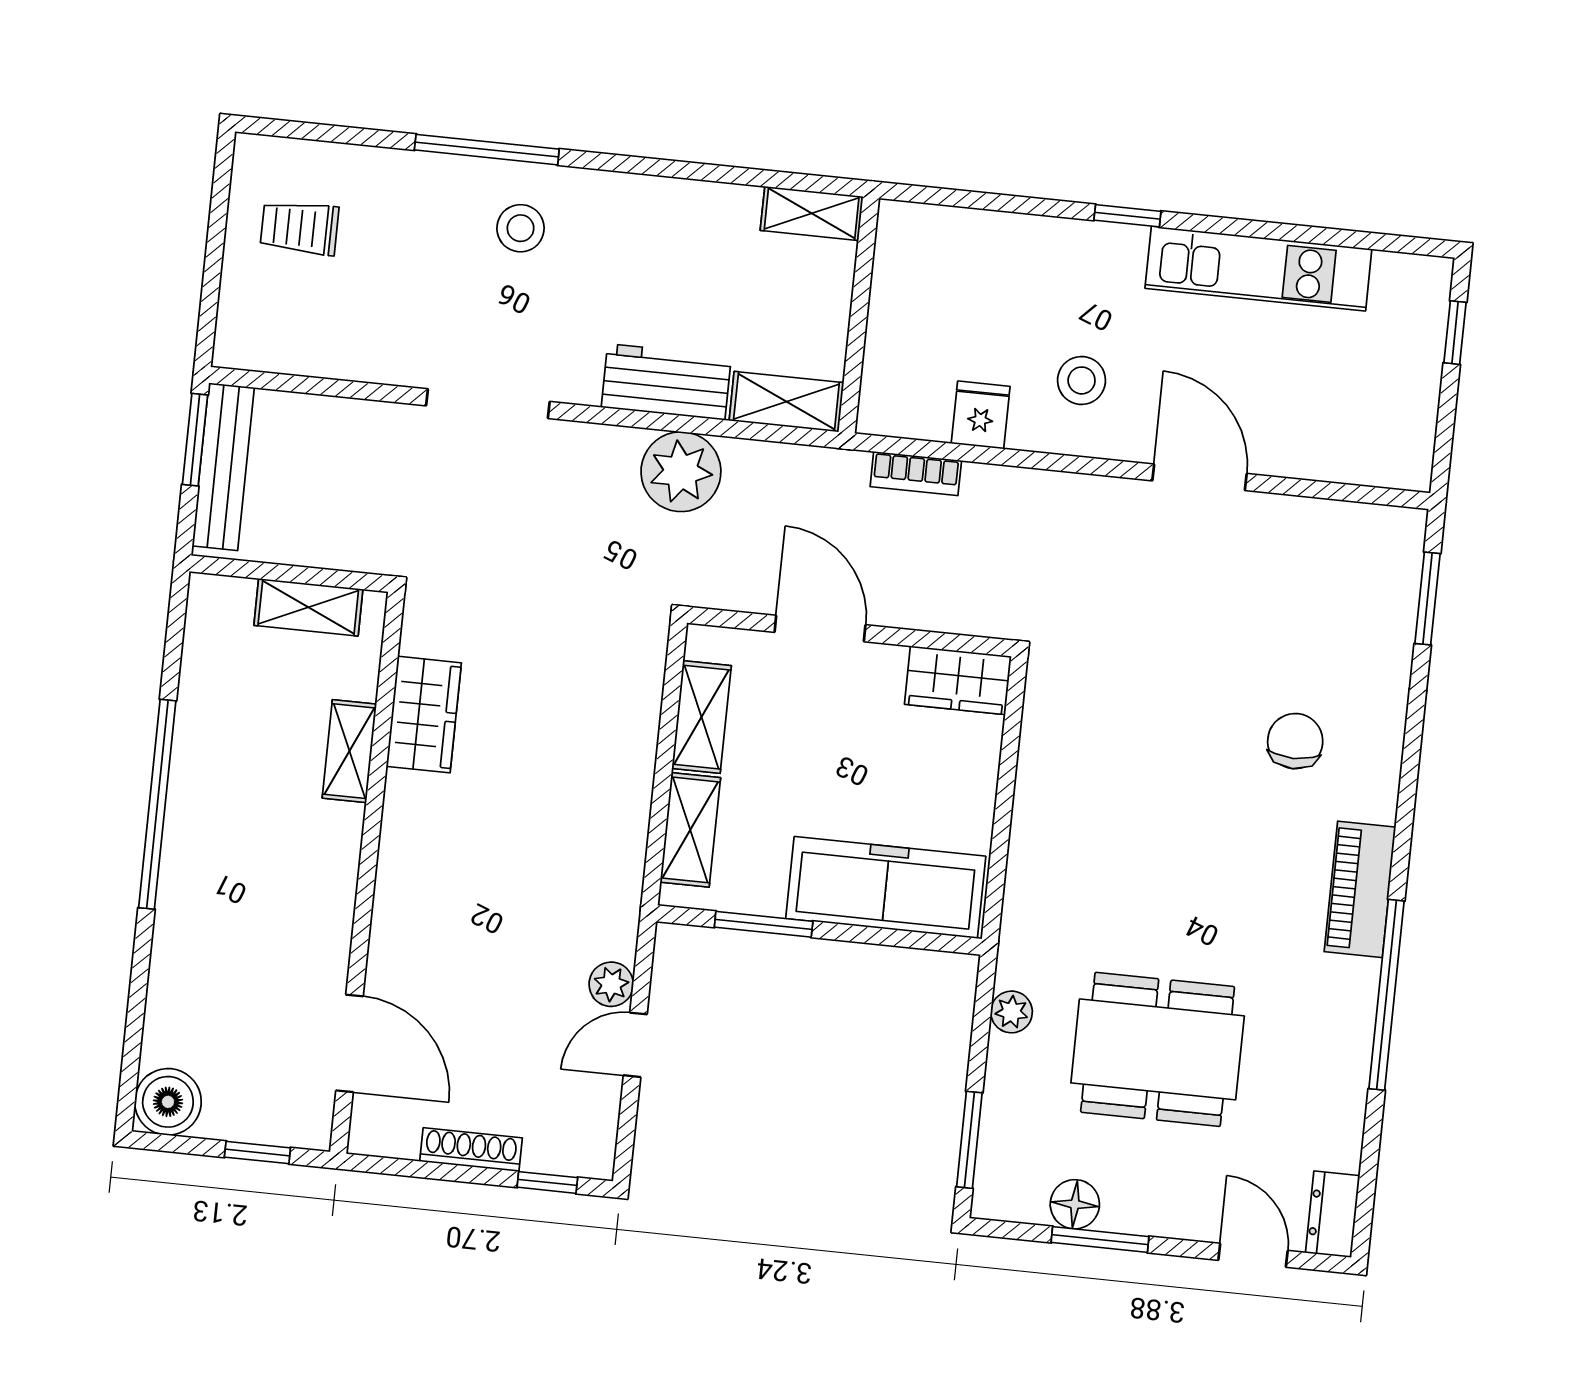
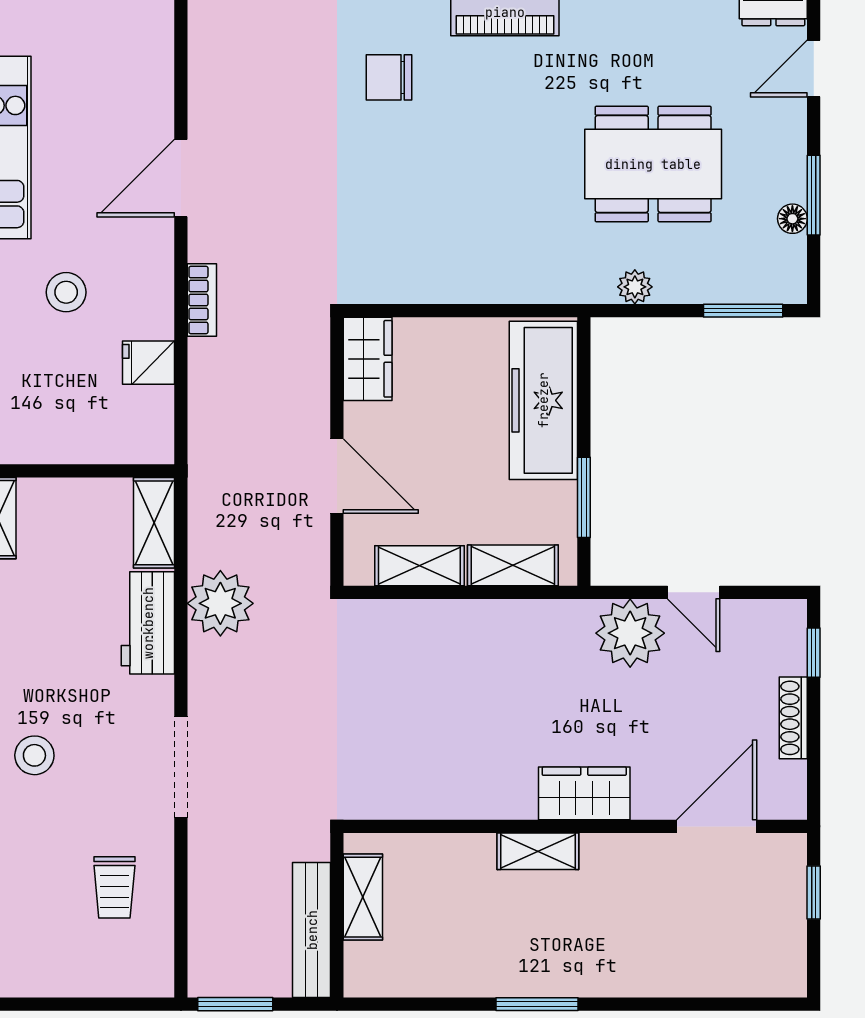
trolley: (300, 228) -> (114, 887), moved
stool: (1082, 380) -> (66, 292), moved
bench: (223, 467) -> (312, 930), moved, turned 90
bookcase: (916, 474) -> (202, 300), moved
door: (820, 628) -> (337, 476), swing flipped
wardrobe: (424, 715) -> (584, 793), moved
shelving: (349, 751) -> (538, 851), moved
window: (157, 804) -> (537, 1004), width x0.47
plant: (611, 984) -> (630, 633), width x1.87, depth x1.87
dining table: (1158, 1049) -> (653, 164), turned 90
boiler: (168, 1102) -> (780, 970), removed
floor lamp: (1075, 1204) -> (792, 219), width x0.73, depth x0.73

